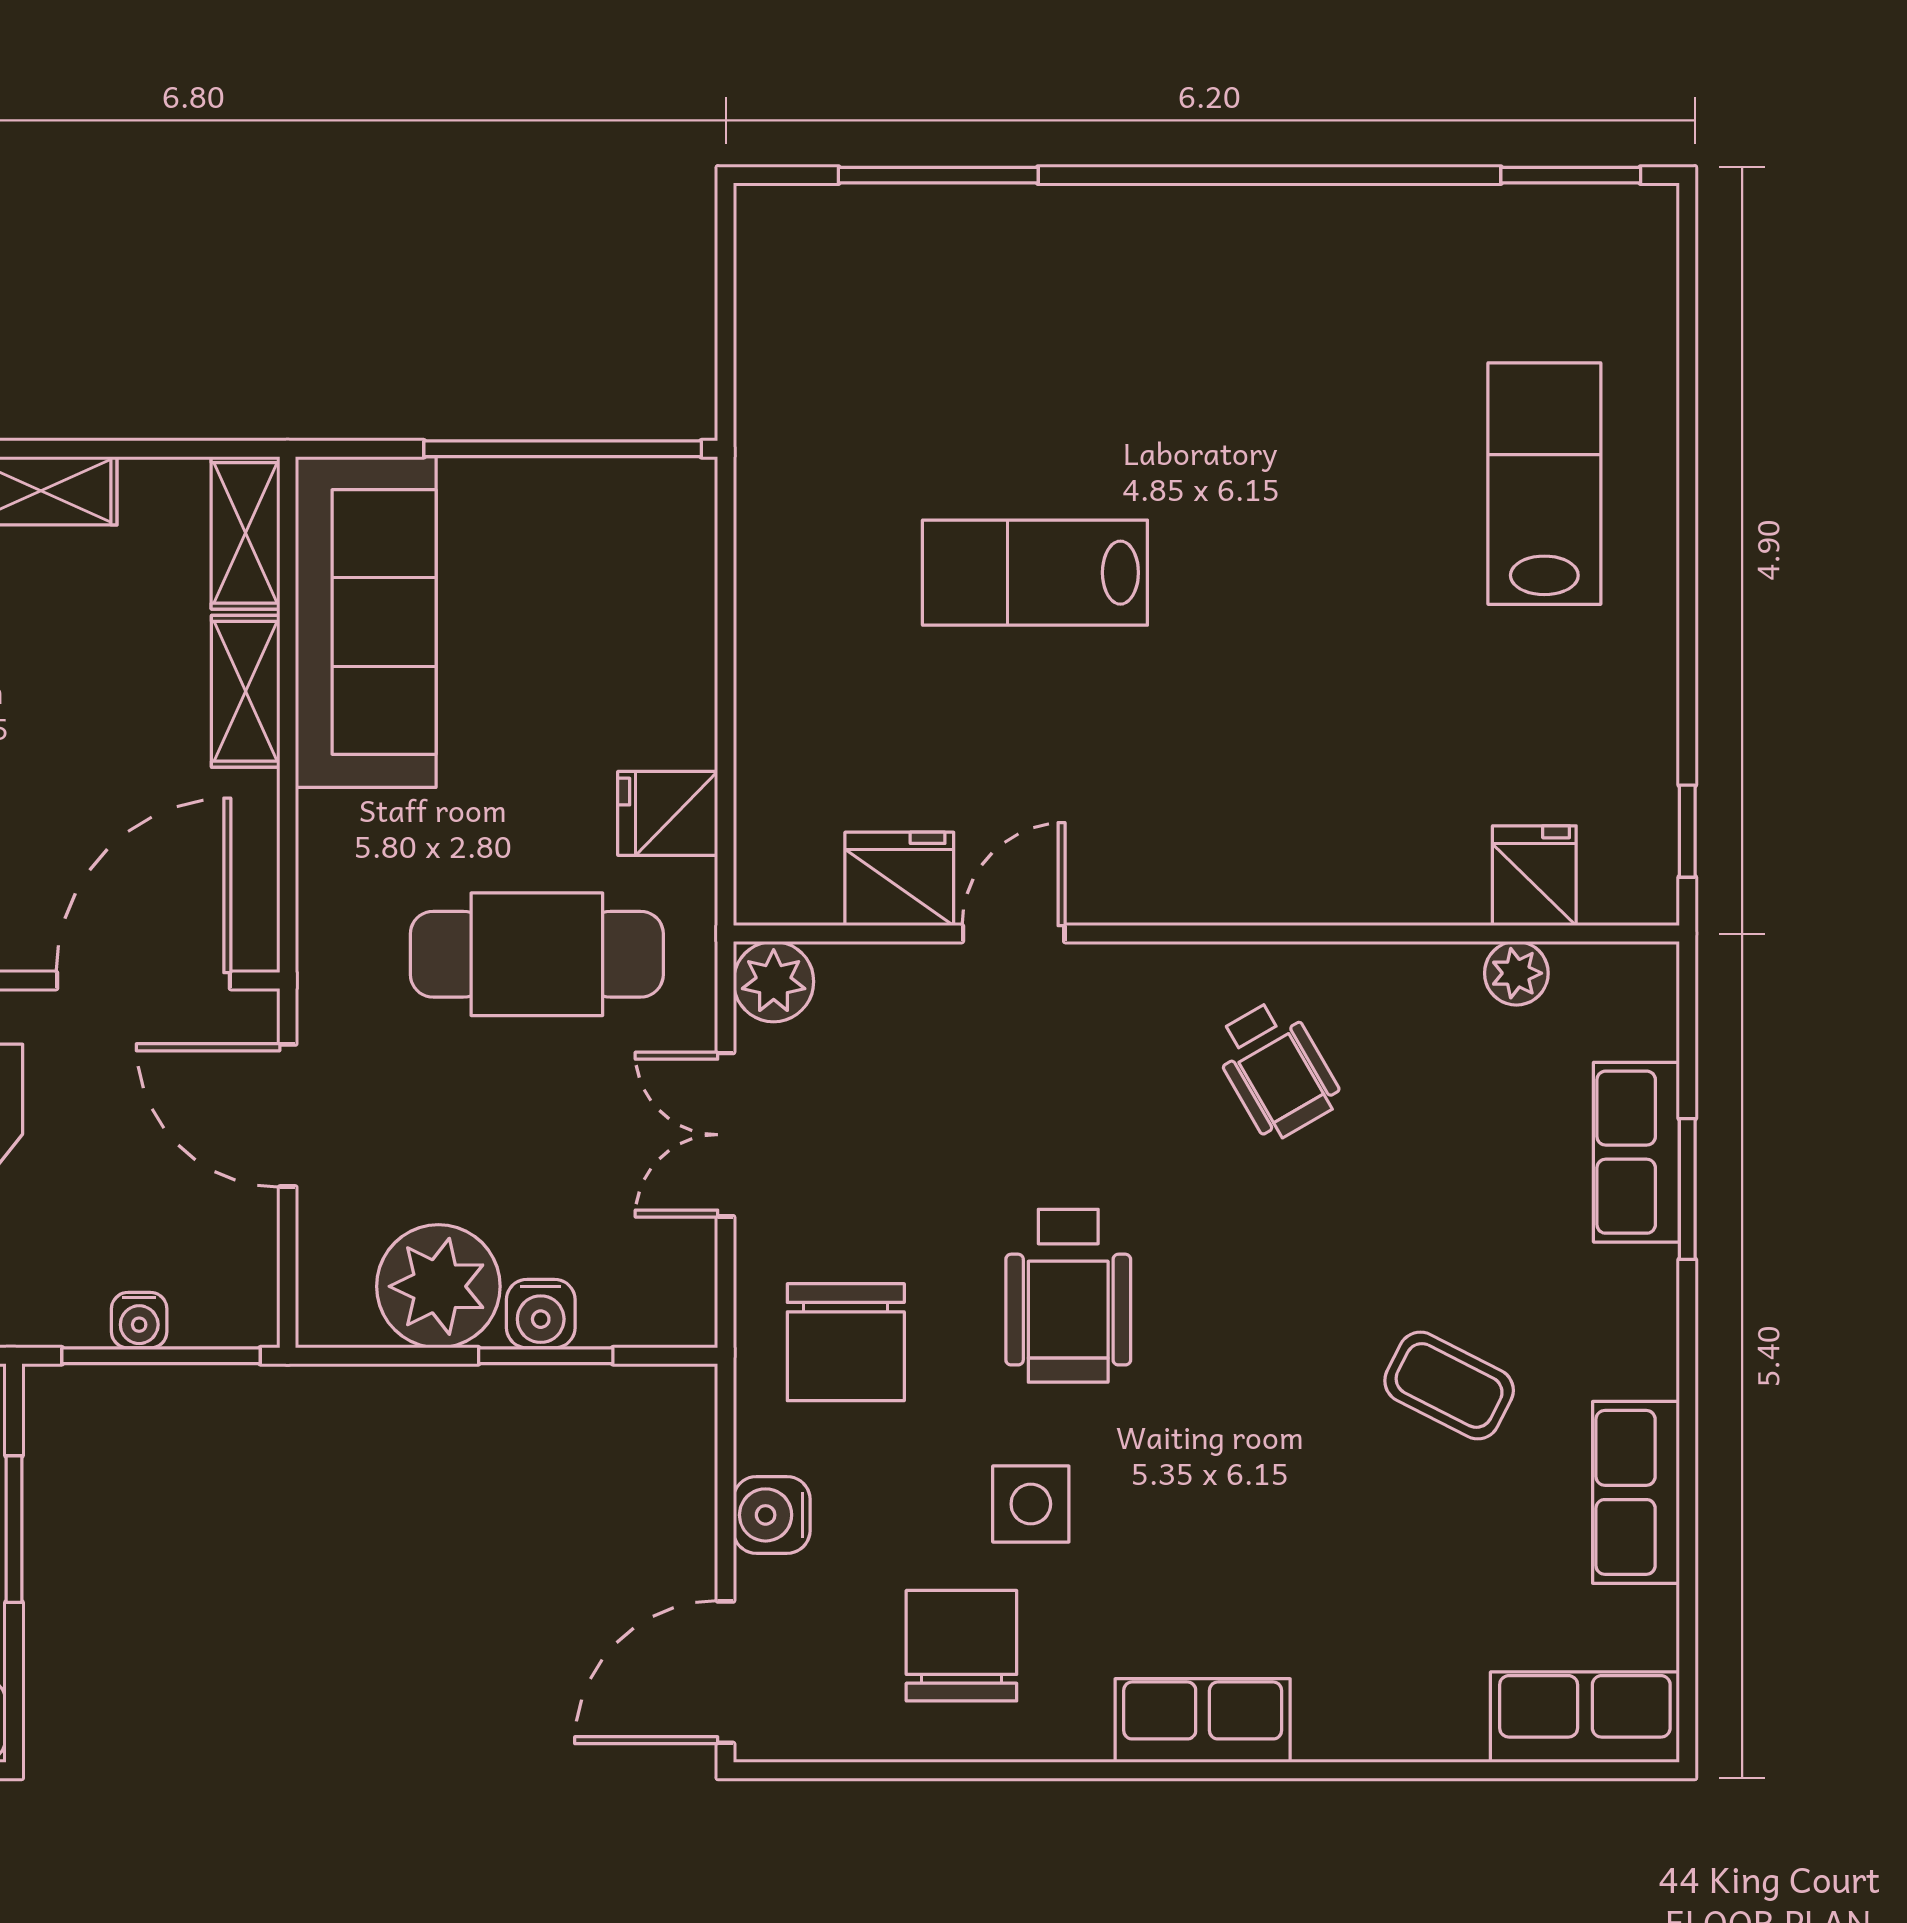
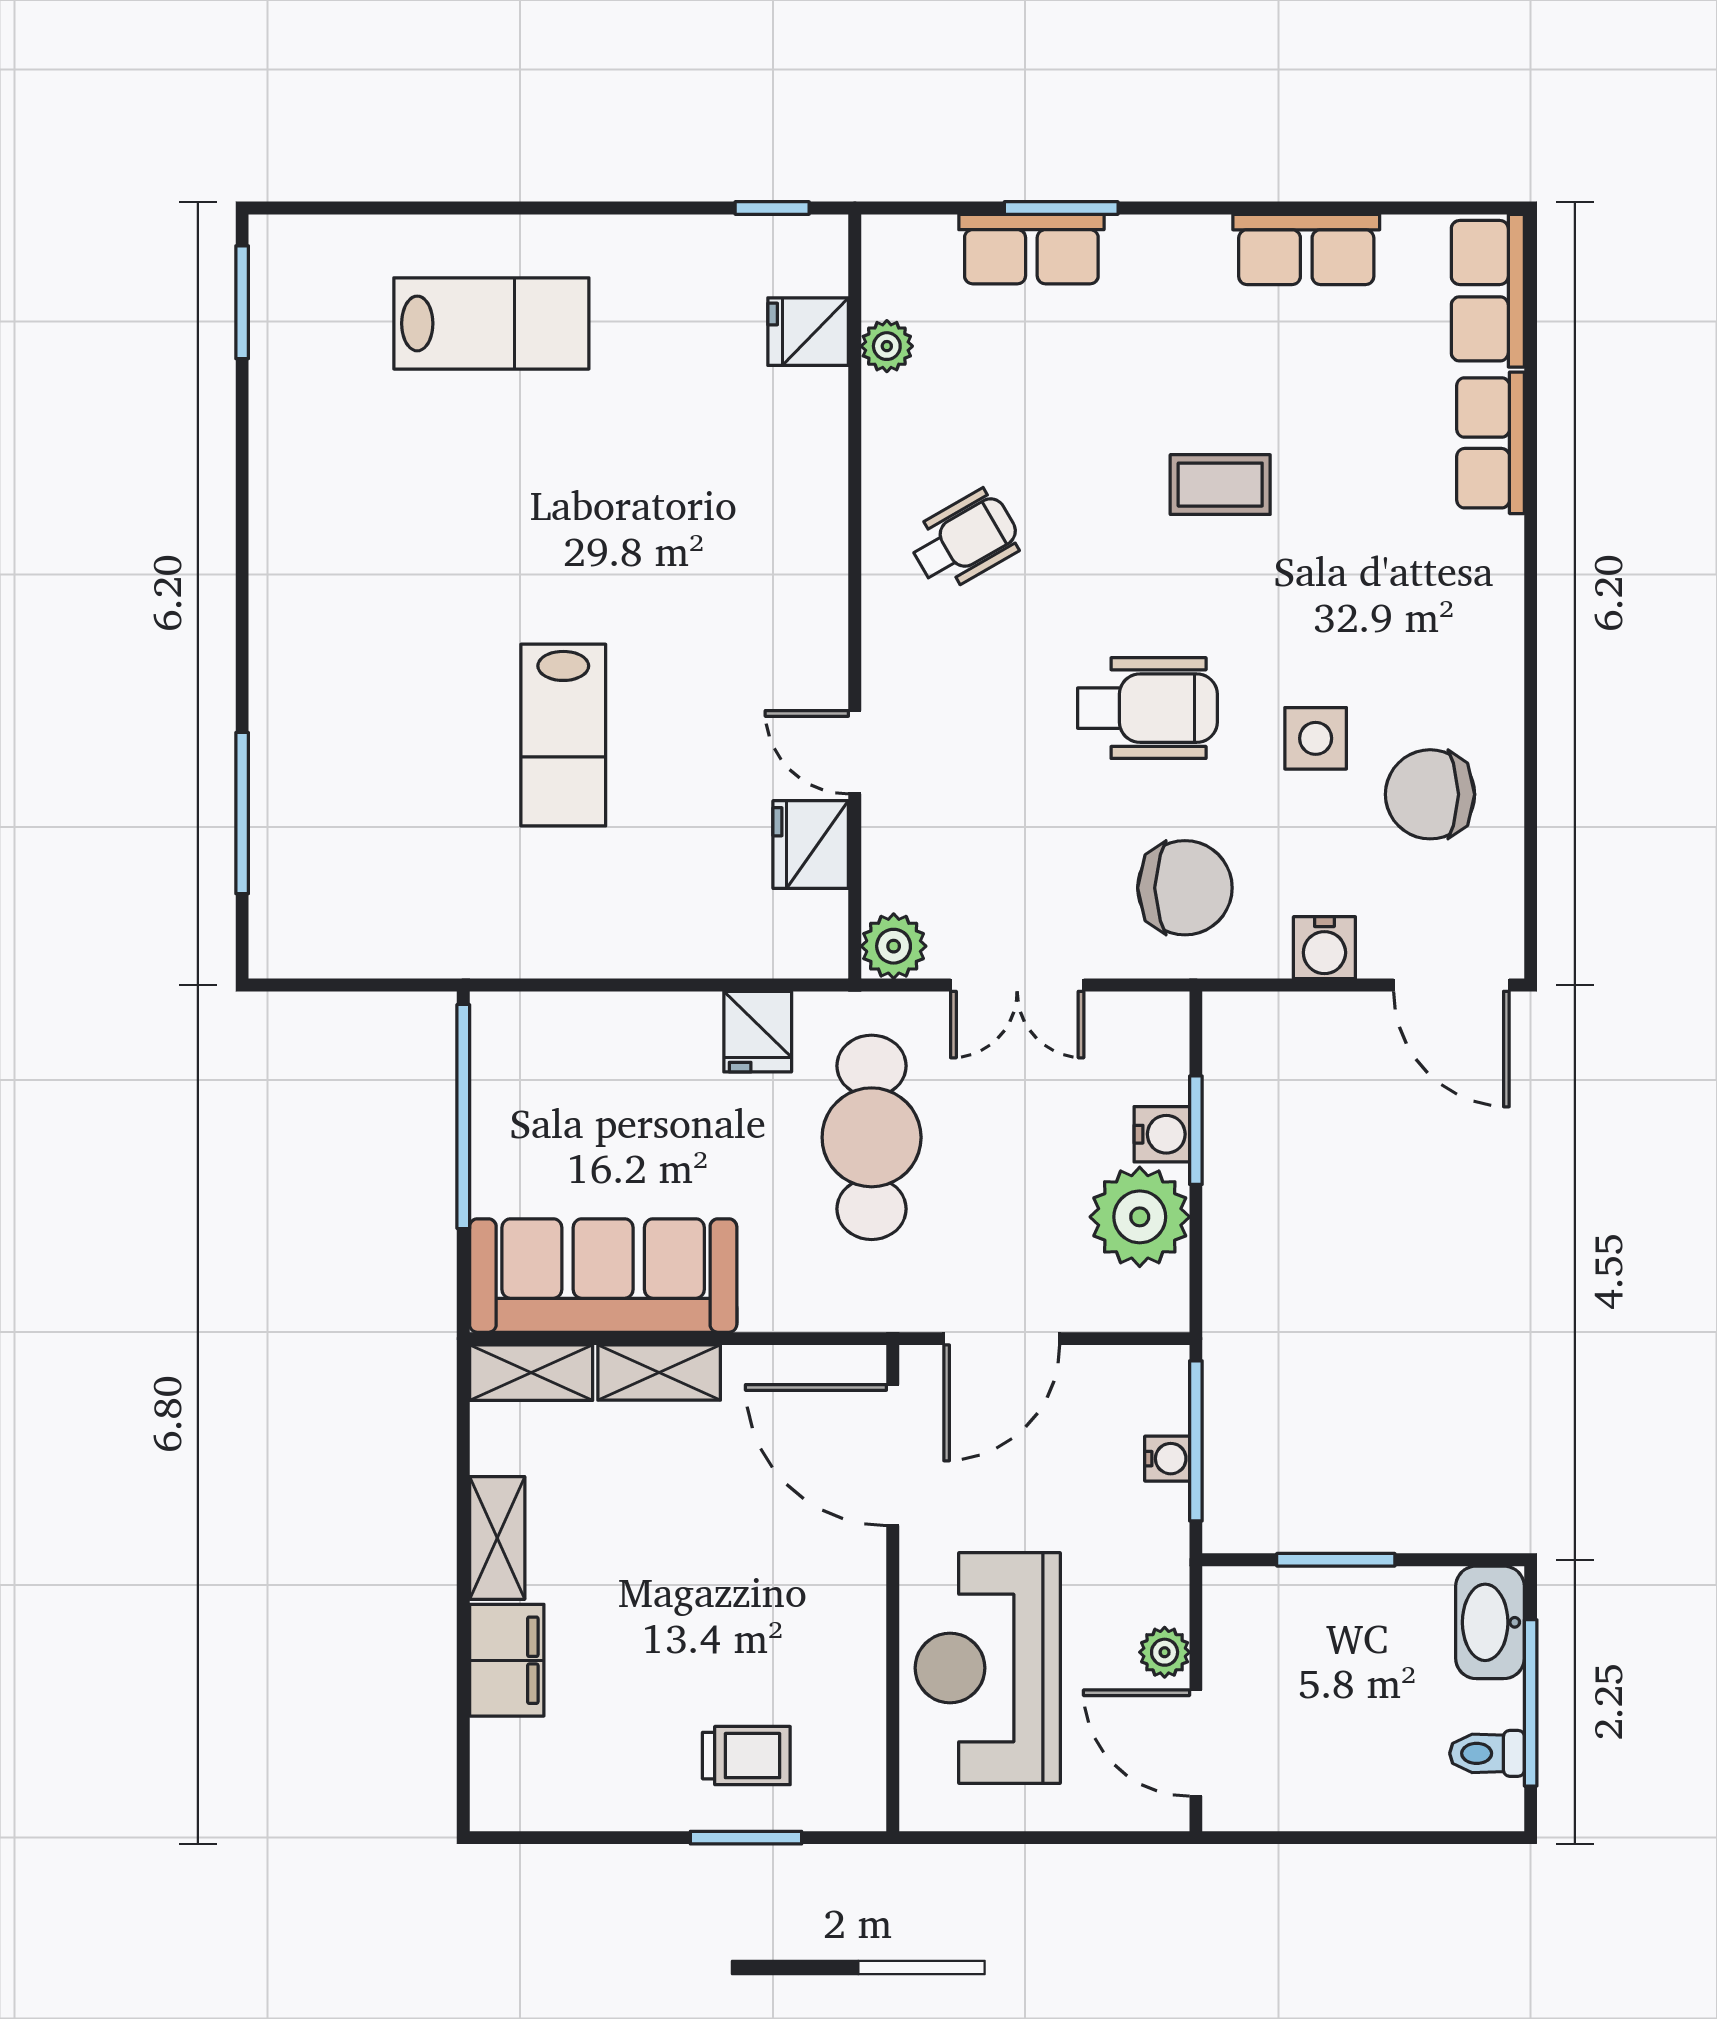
lab bench: (1544, 484) -> (491, 323), turned 180
coffee table: (1449, 1385) -> (1220, 485), moved, turned 63
row of seats: (1203, 1721) -> (1491, 443), moved

